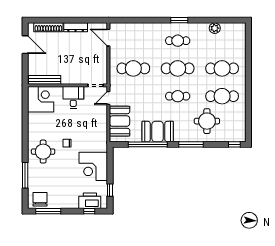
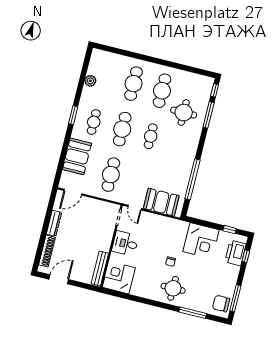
booth: (158, 132) -> (77, 156), moved
window: (191, 144) -> (209, 115), moved

